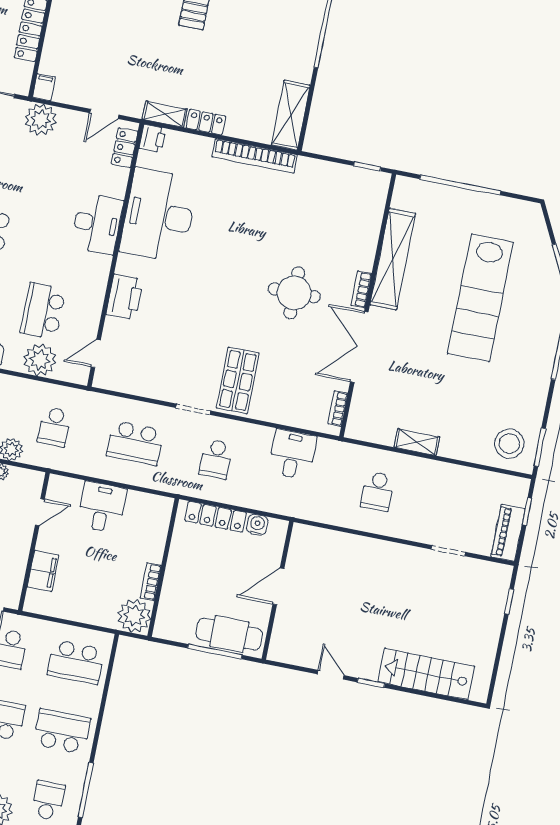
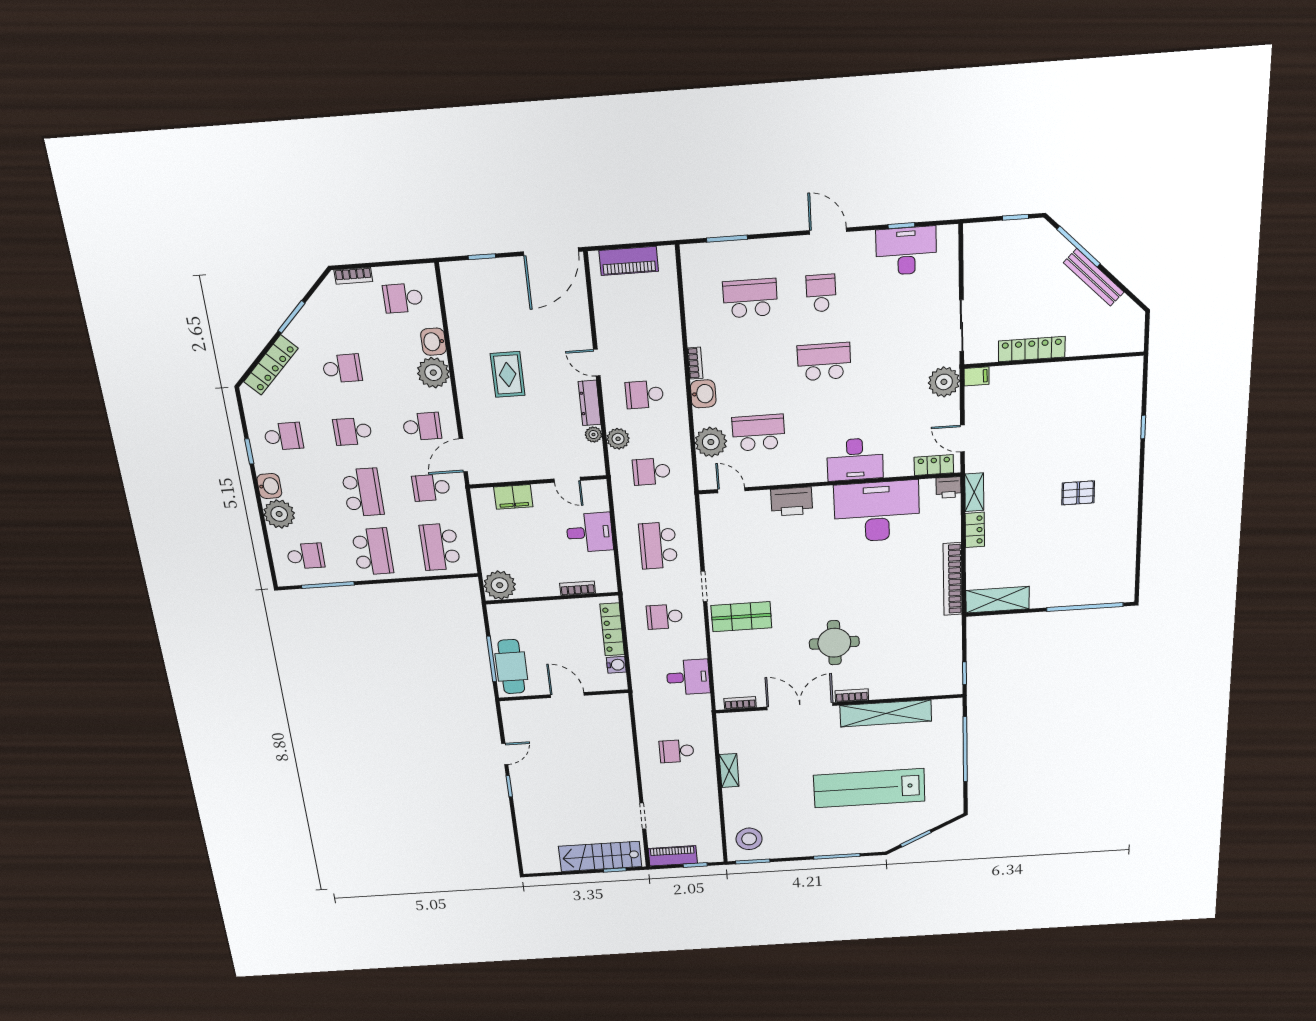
bookcase: (151, 582) -> (578, 588), moved
stairs: (426, 674) -> (600, 856), moved, turned -90

